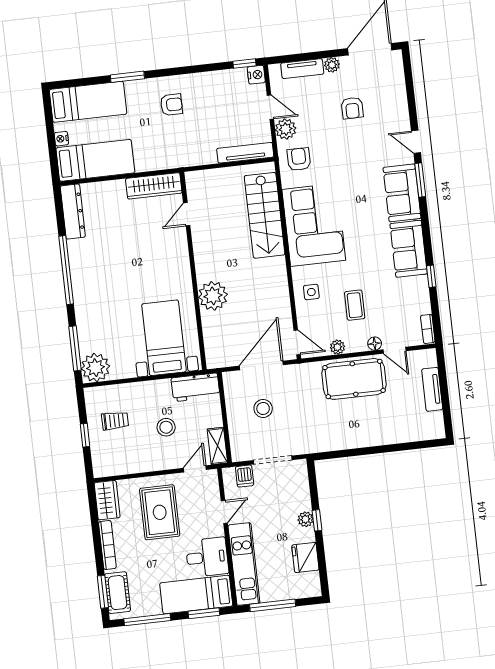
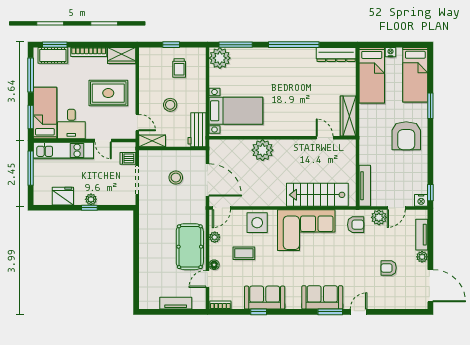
armchair: (171, 105) -> (406, 136), width x1.88, depth x1.88
sofa: (409, 249) -> (265, 298), moved
side table: (311, 292) -> (257, 223), width x1.87, depth x1.87

